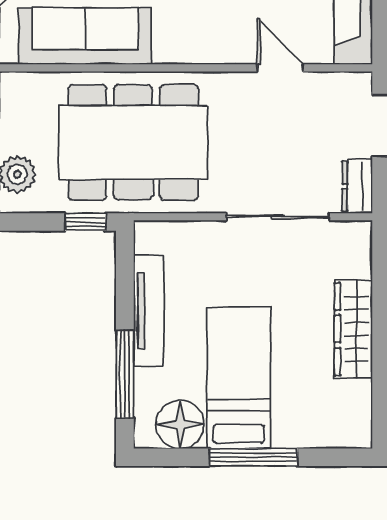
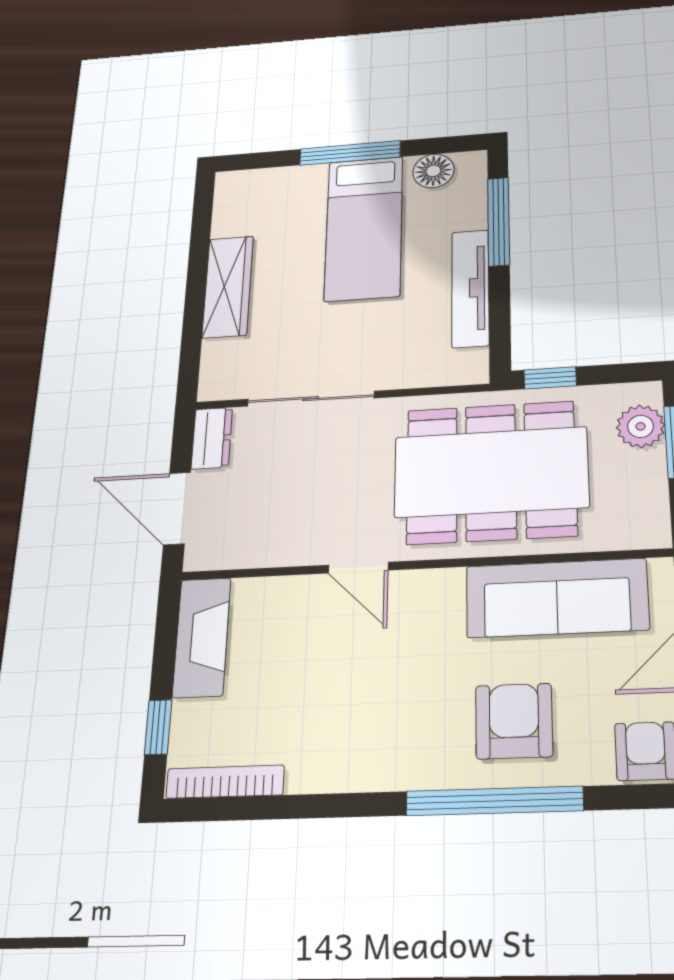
door: (280, 68) -> (358, 568), moved
floor lamp: (180, 425) -> (433, 171), width x0.73, depth x0.73

